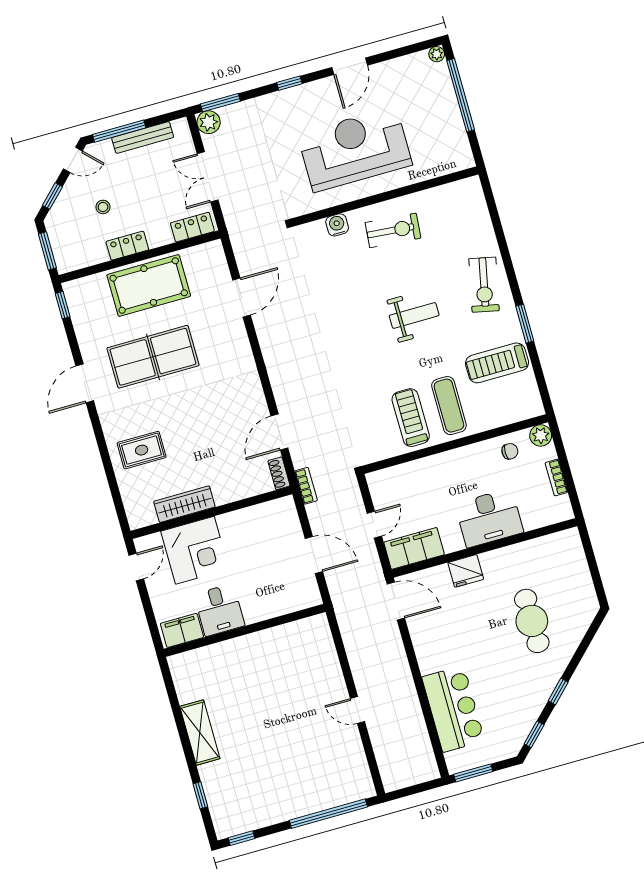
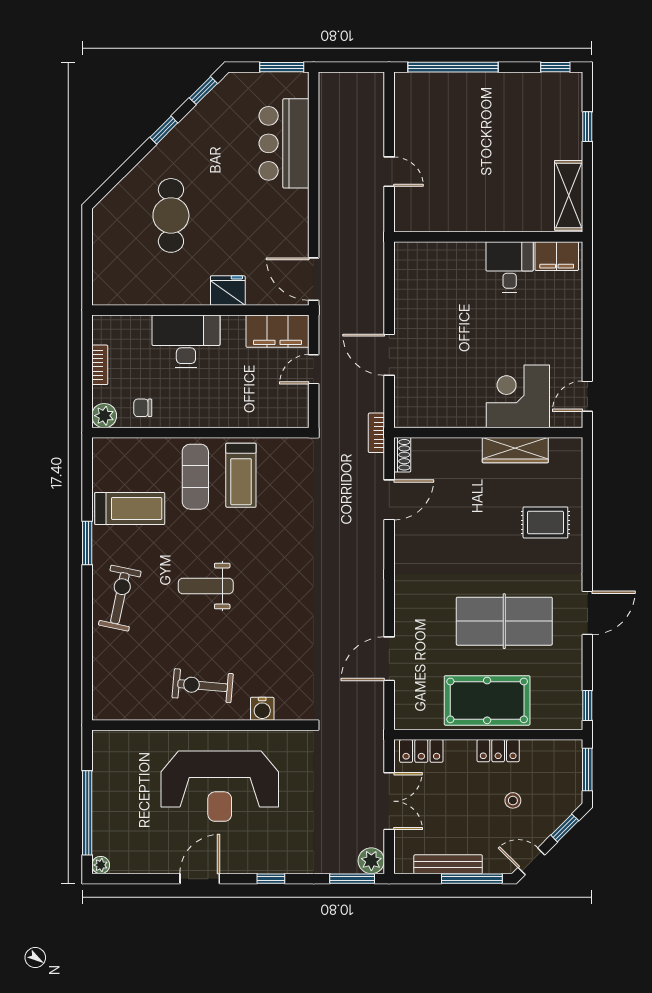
desk: (219, 610) -> (510, 267), moved
filing cabinet: (182, 630) -> (557, 256), moved
wall: (245, 630) -> (488, 237), moved

